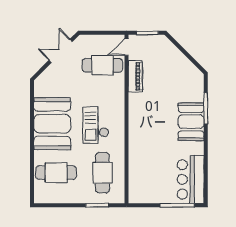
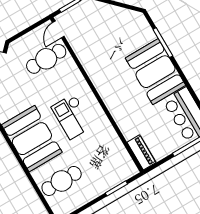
piano: (135, 76) -> (141, 152), moved
booth: (191, 122) -> (155, 72), width x1.36, depth x1.42
cafe table: (102, 173) -> (104, 156), removed

